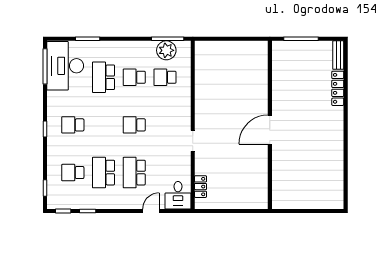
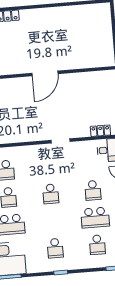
door: (270, 130) -> (45, 73), hinge flipped
school desk: (134, 173) -> (93, 190), width x0.54

